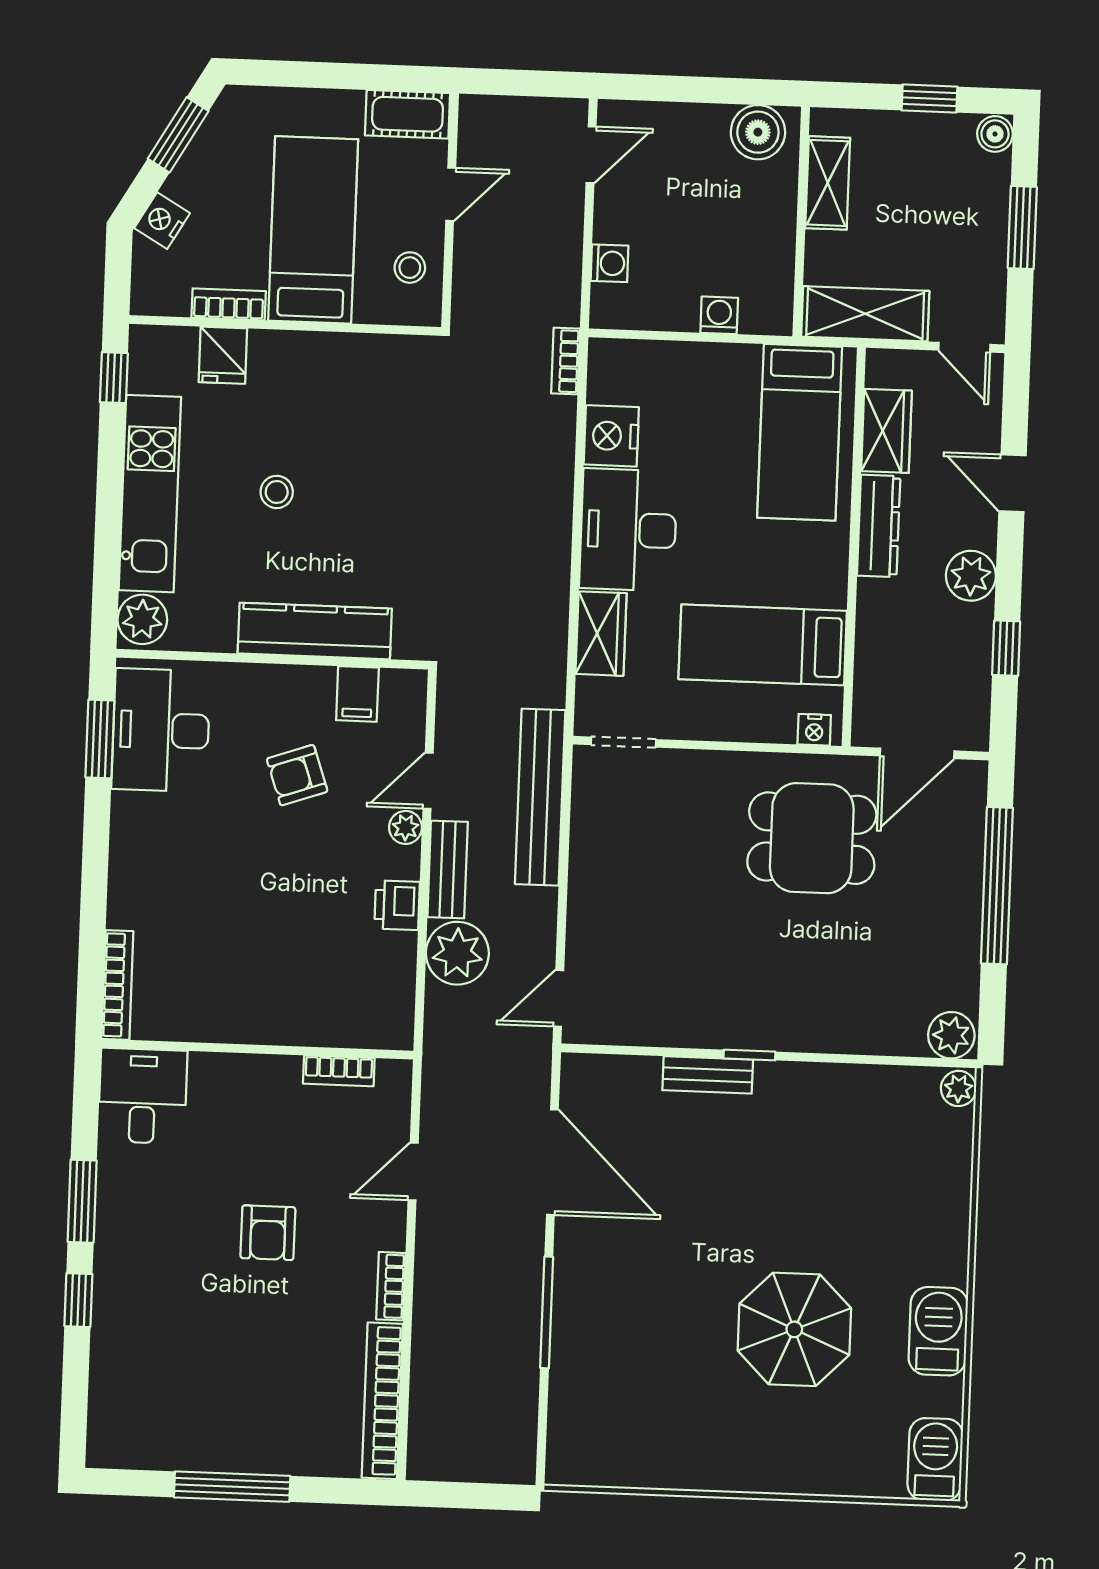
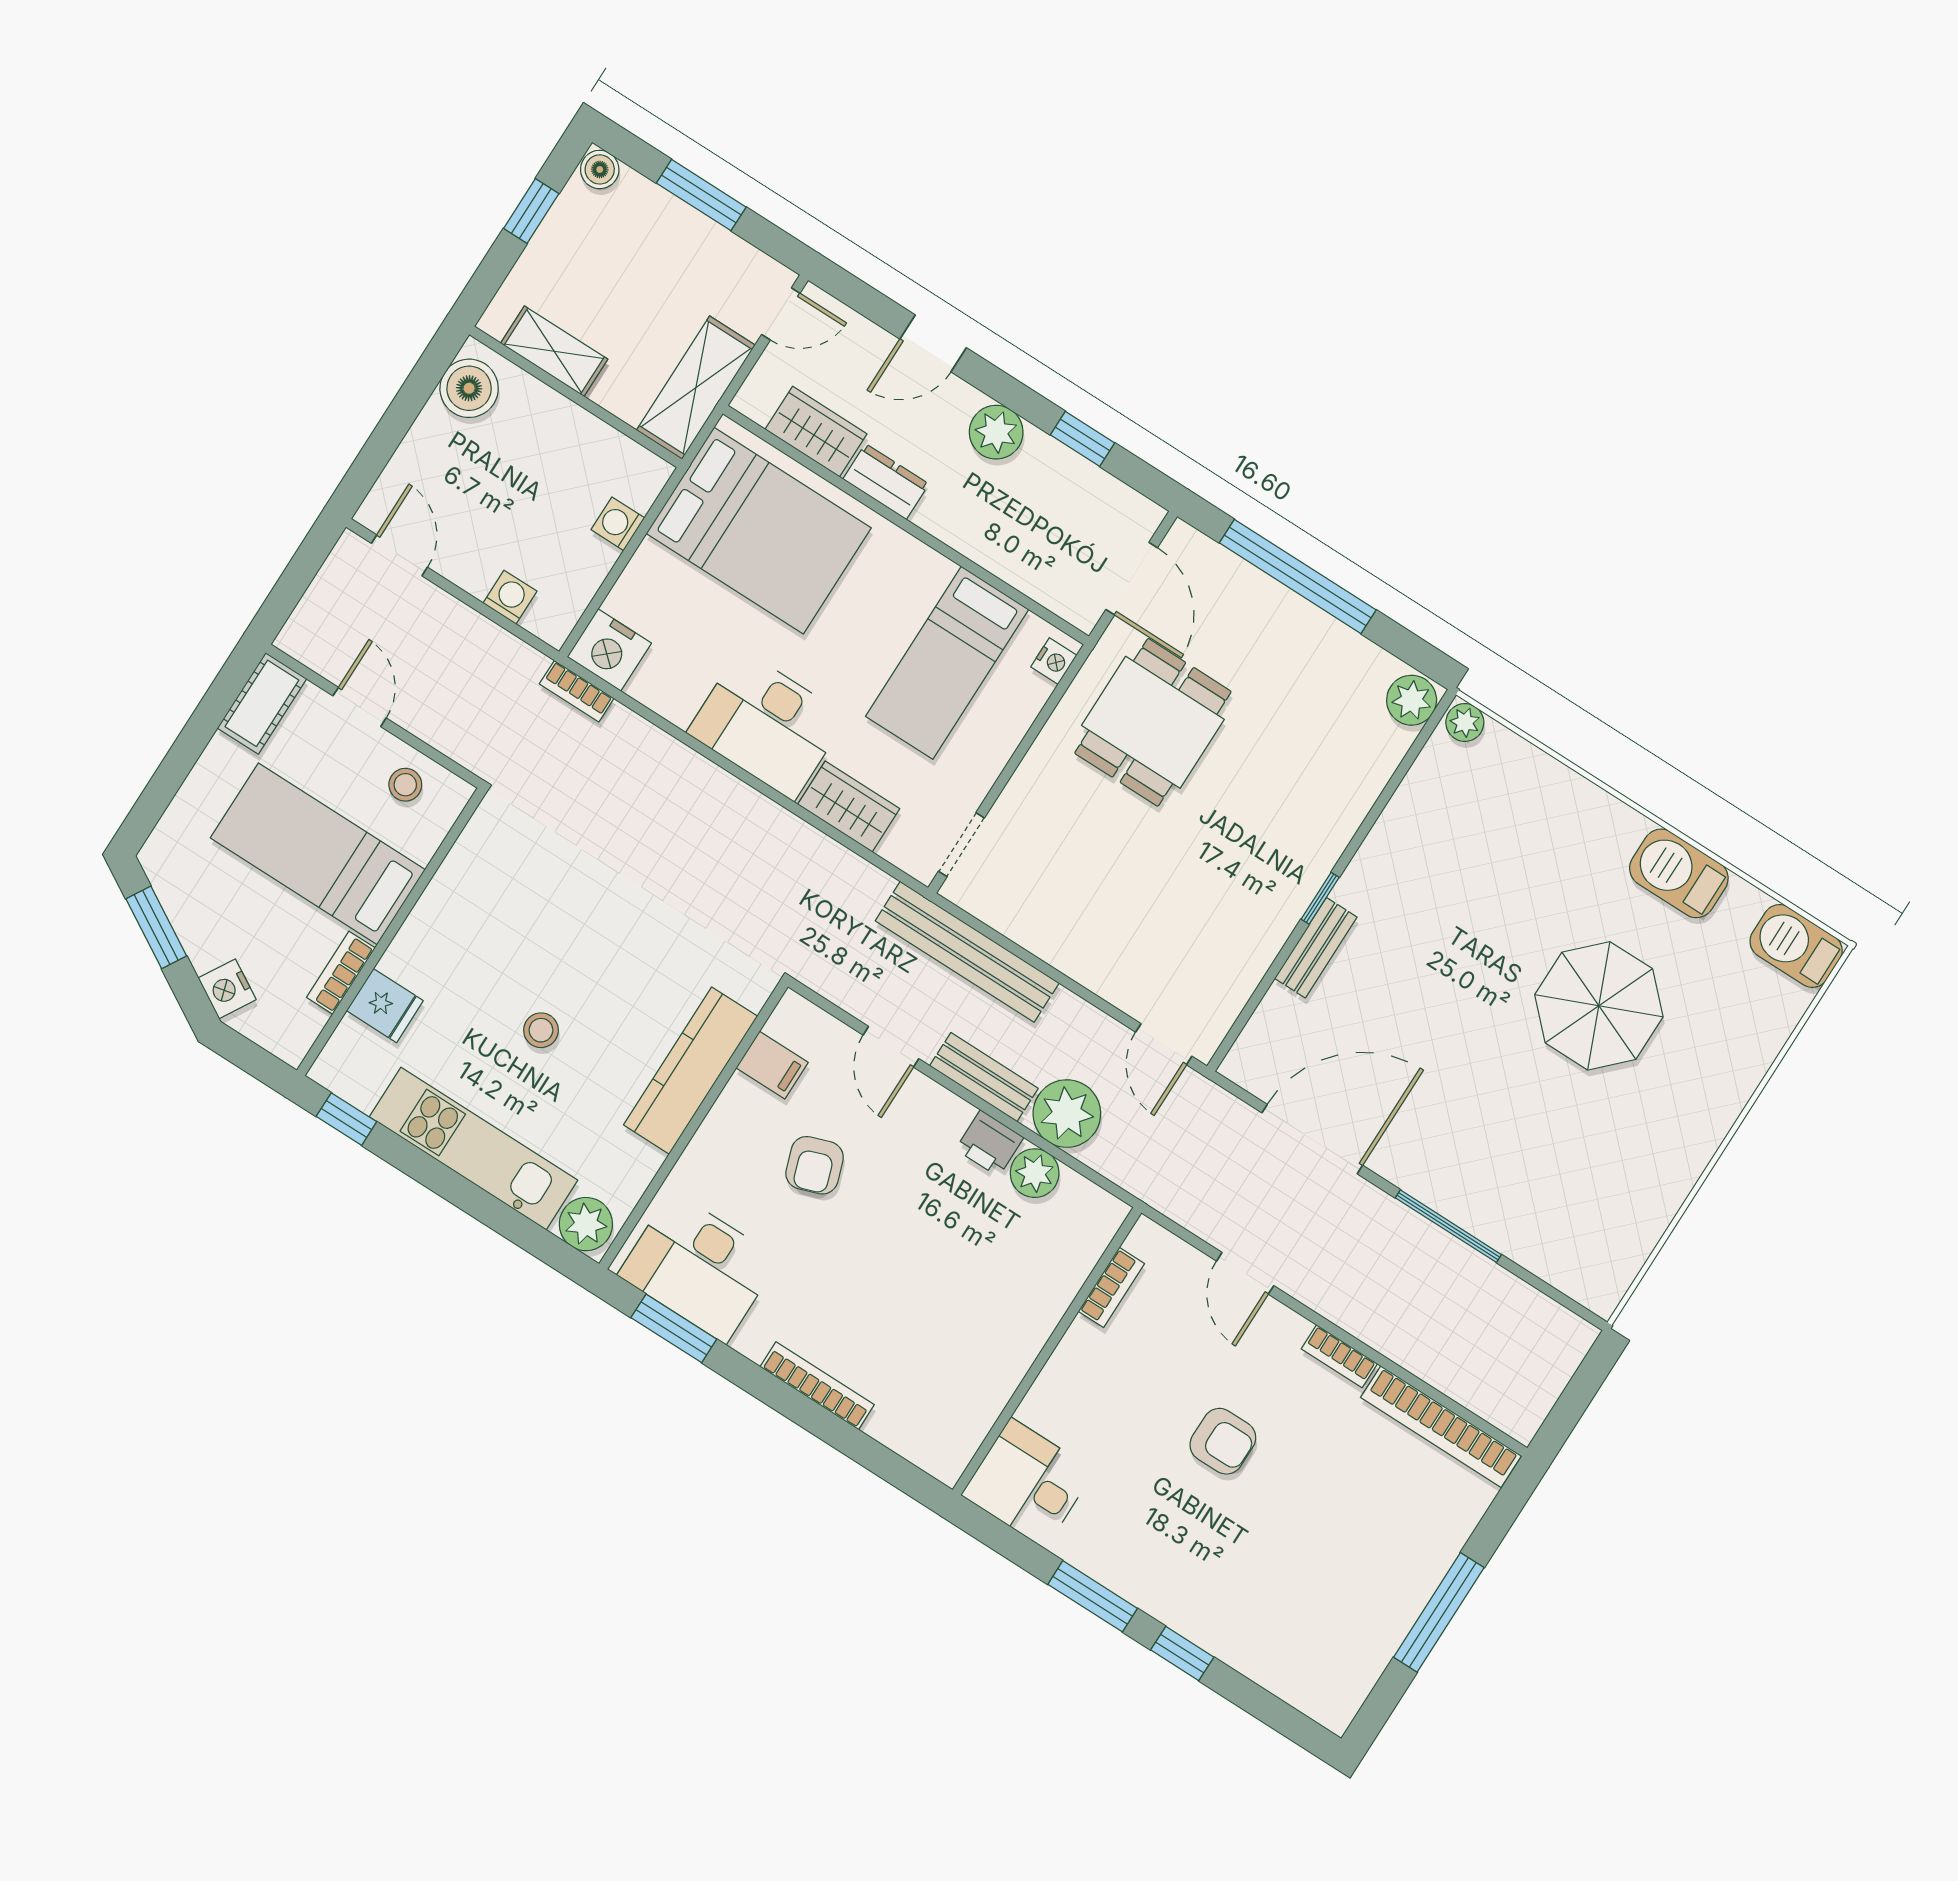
bed: (800, 432) -> (759, 531), width x1.50
nightstand: (611, 436) -> (609, 650), moved
dresser: (879, 526) -> (886, 482), width x0.70
plant: (406, 827) -> (1035, 1173), moved, width x1.38, depth x1.38
bookcase: (117, 985) -> (817, 1386), moved

